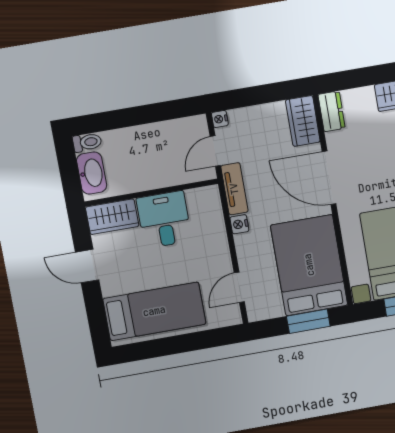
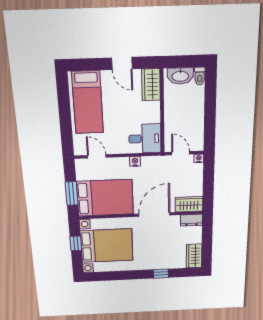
tv unit: (234, 189) -> (157, 161), removed
desk: (164, 220) -> (145, 139), moved
door: (87, 266) -> (122, 63), swing flipped

